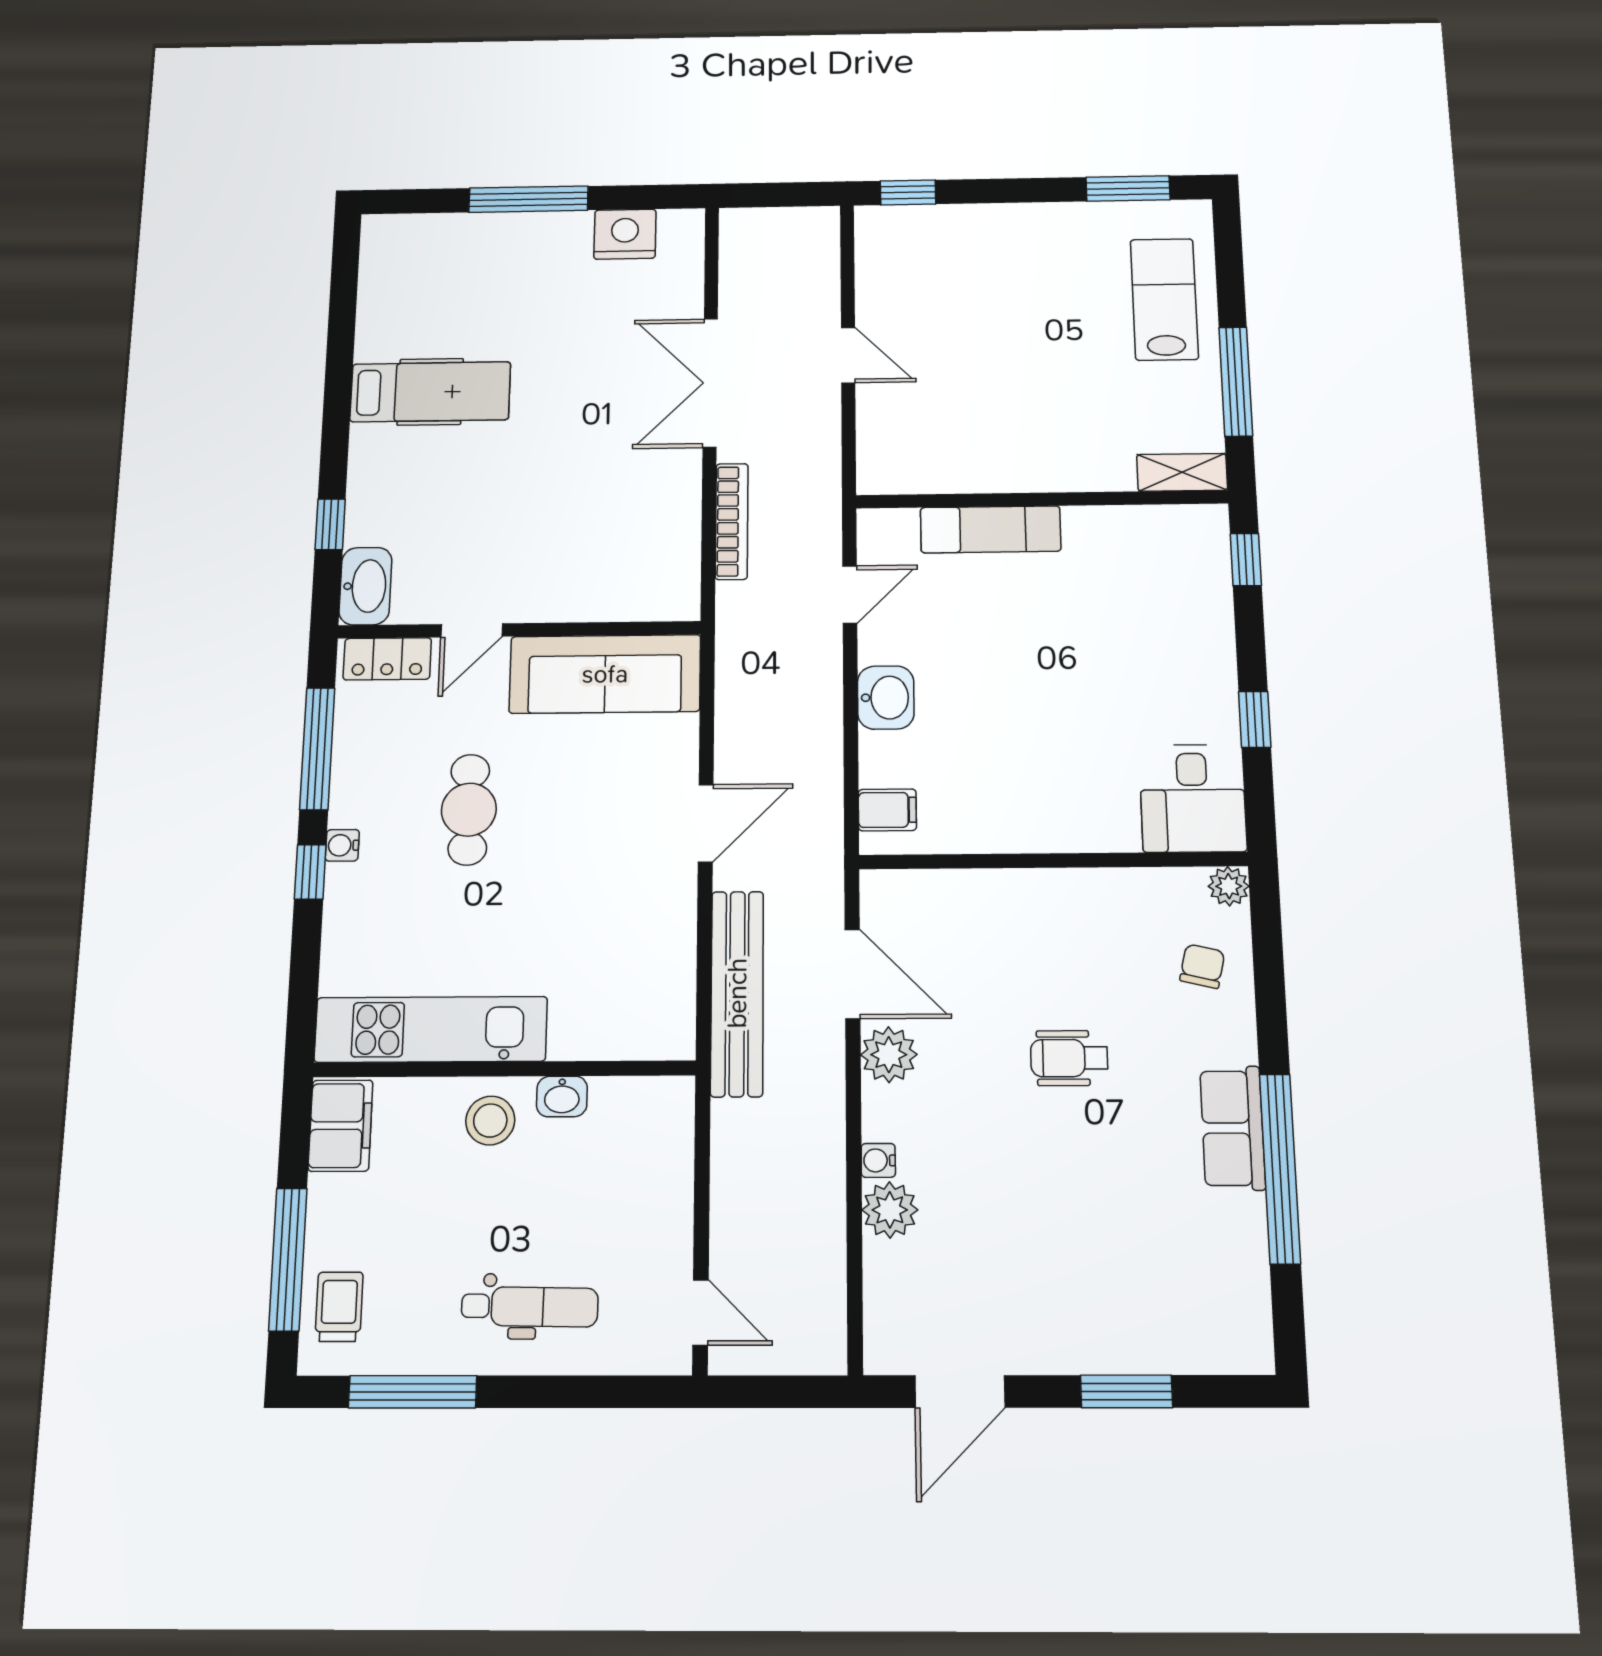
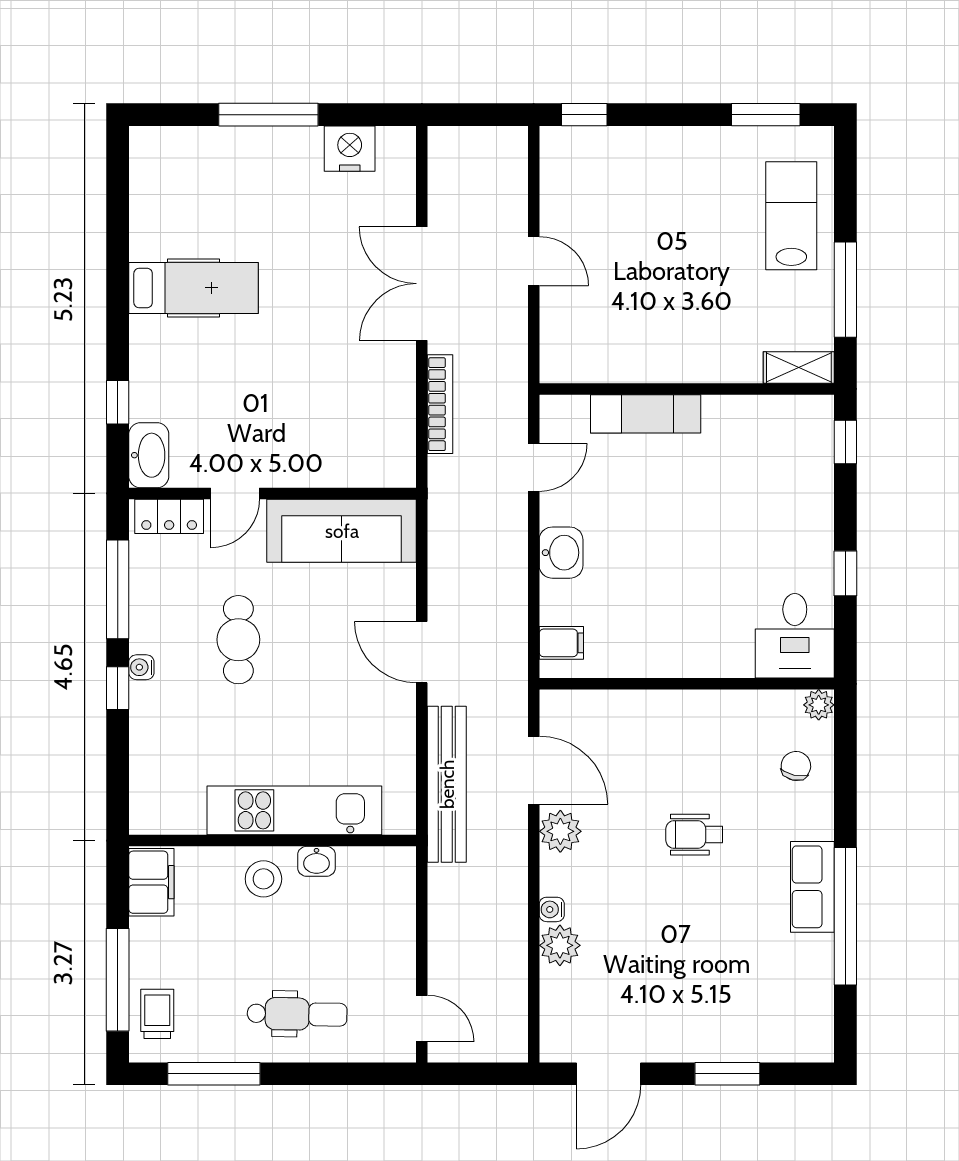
door: (706, 823) -> (422, 652), swing flipped
kitchen unit: (431, 1029) -> (294, 810), moved

